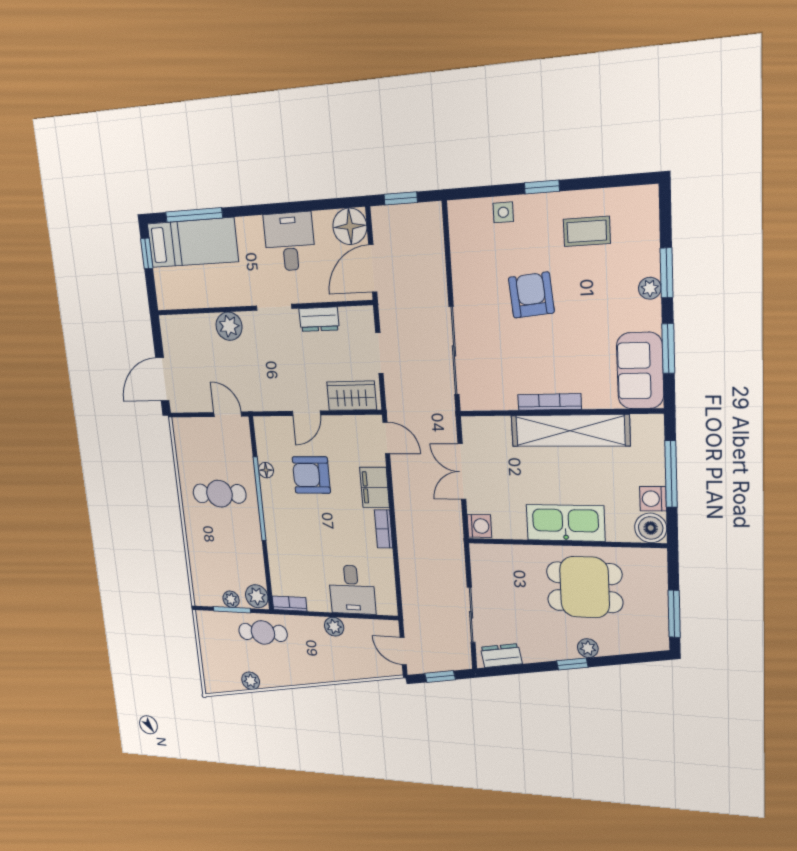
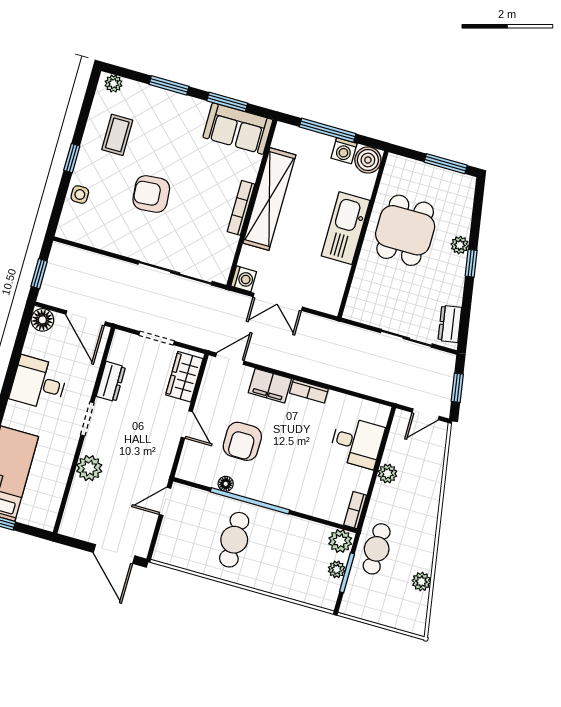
floor lamp: (350, 226) -> (42, 320), width x0.73, depth x0.73
plant: (650, 288) -> (114, 84), moved
washing machine: (479, 526) -> (244, 279), moved, turned 90

